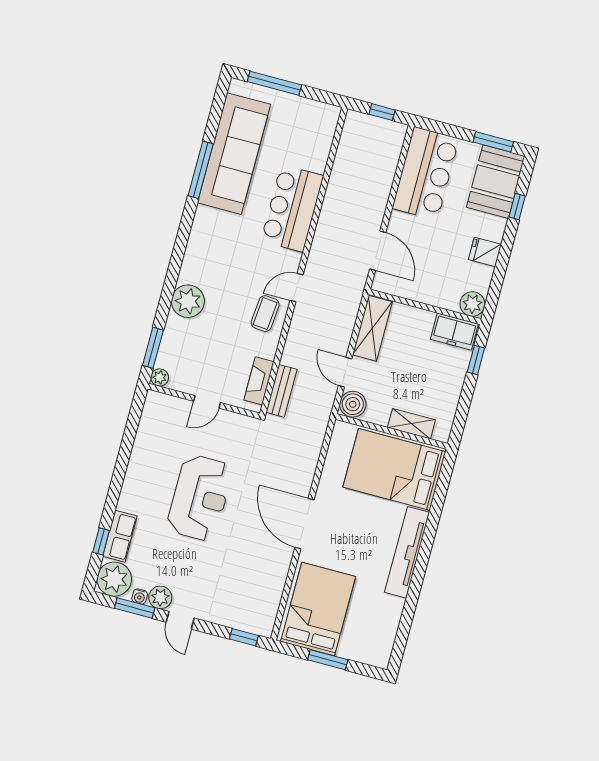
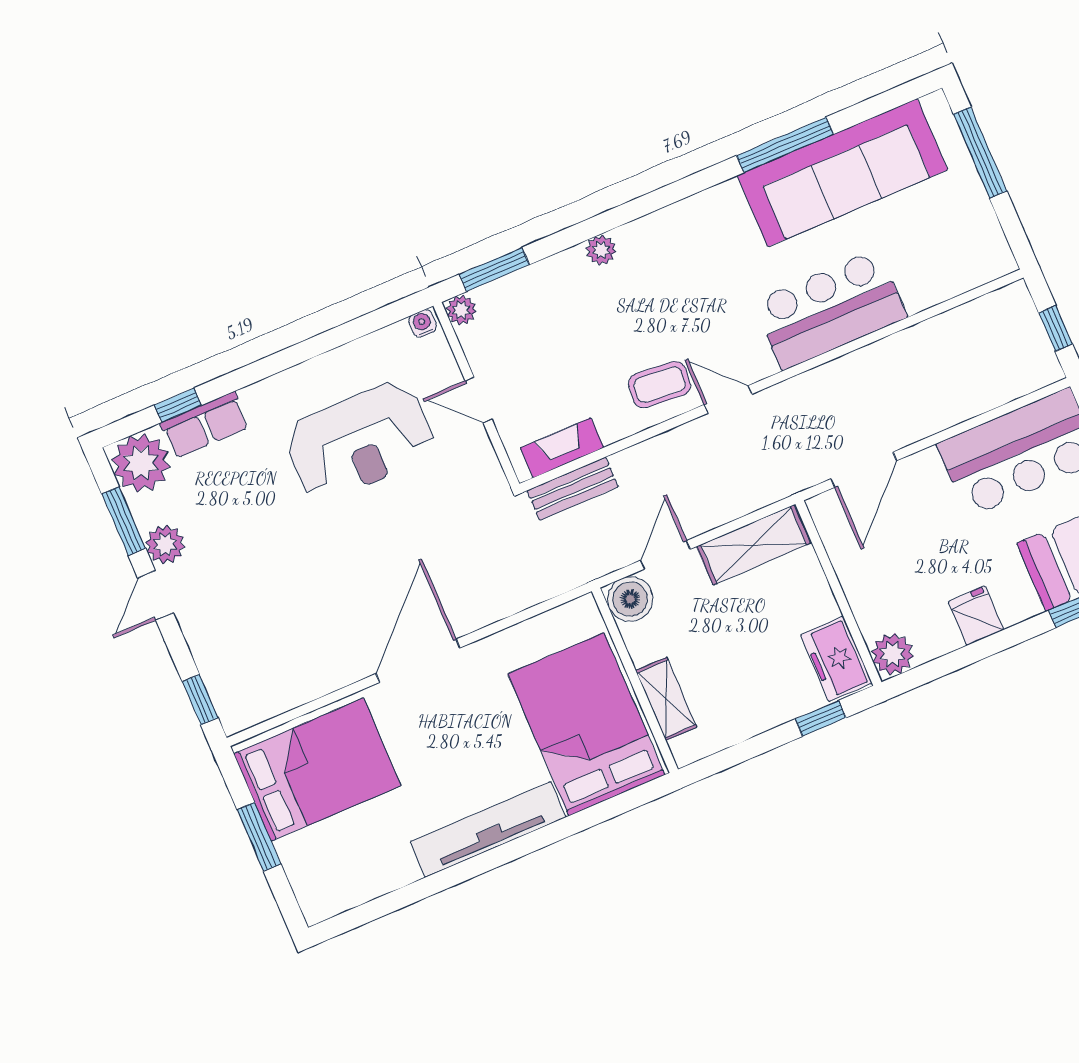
plant: (188, 301) -> (601, 250), width x0.53, depth x0.53
reception desk: (200, 498) -> (360, 441), moved
water cooler: (140, 596) -> (423, 323), moved, turned 90

